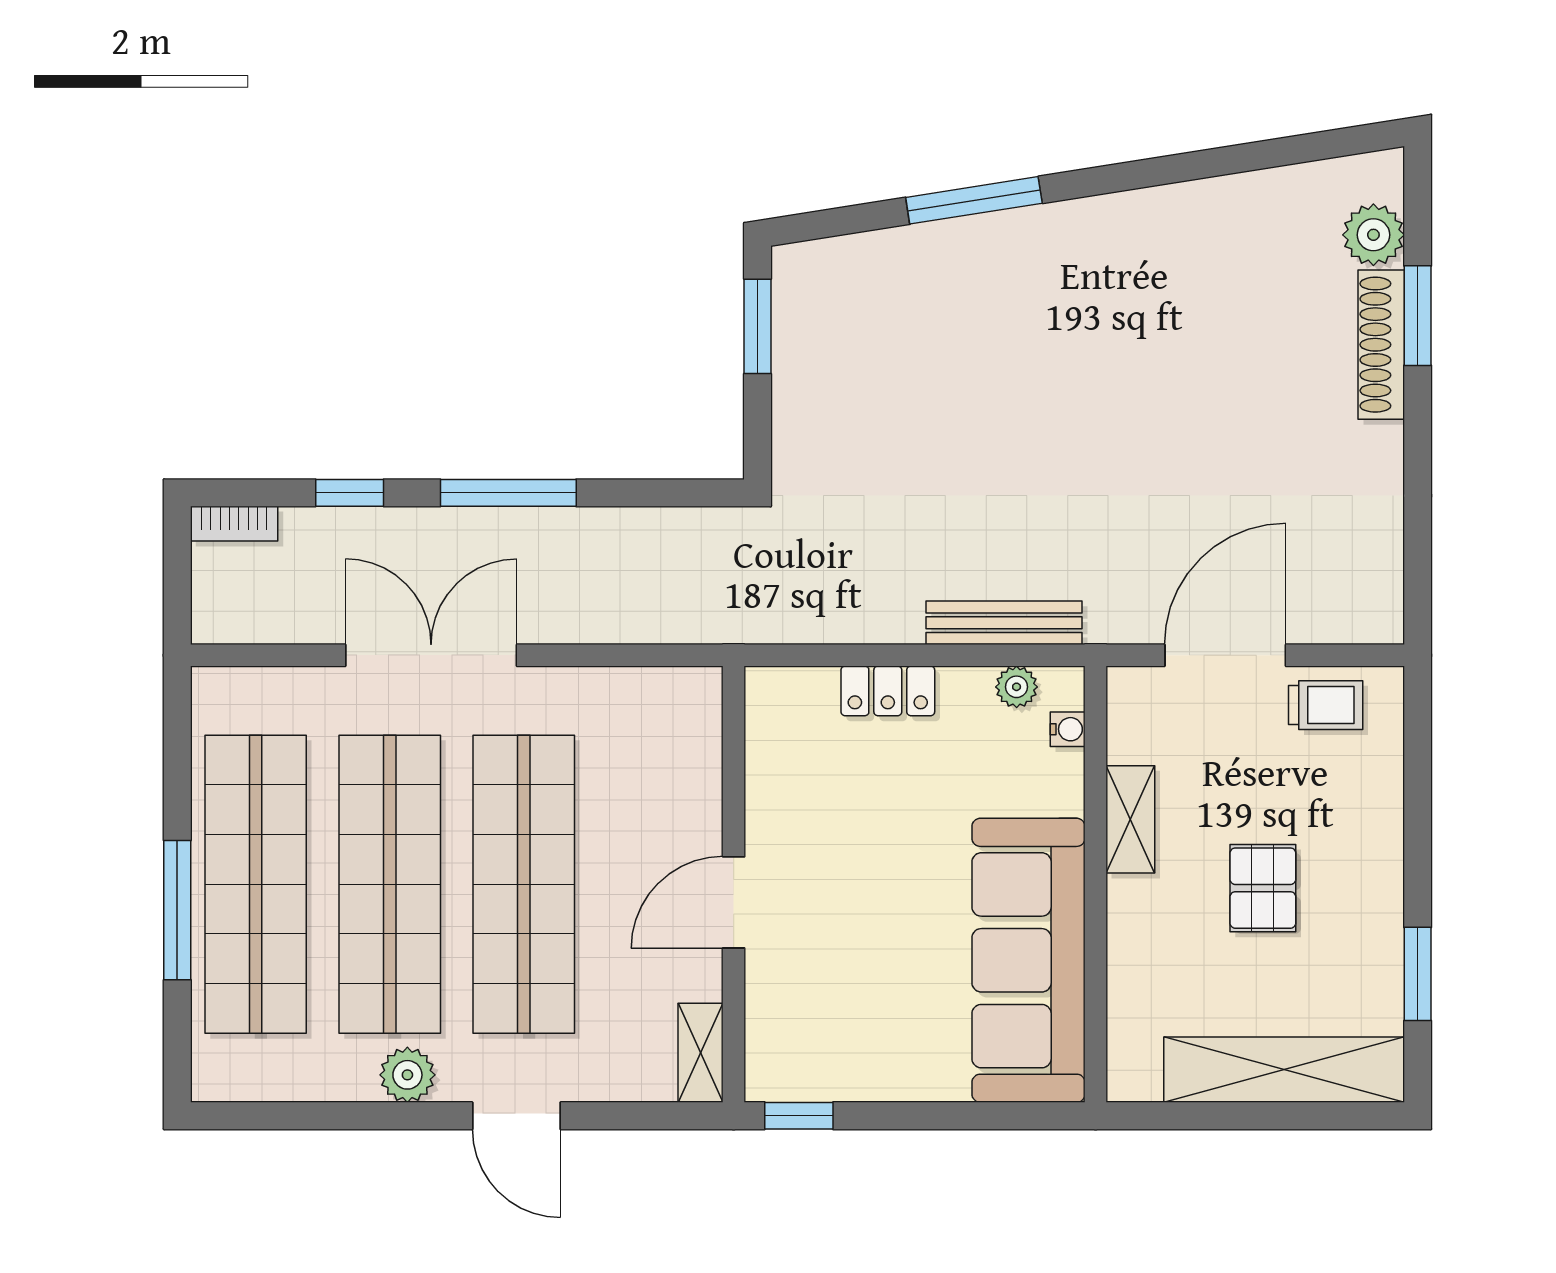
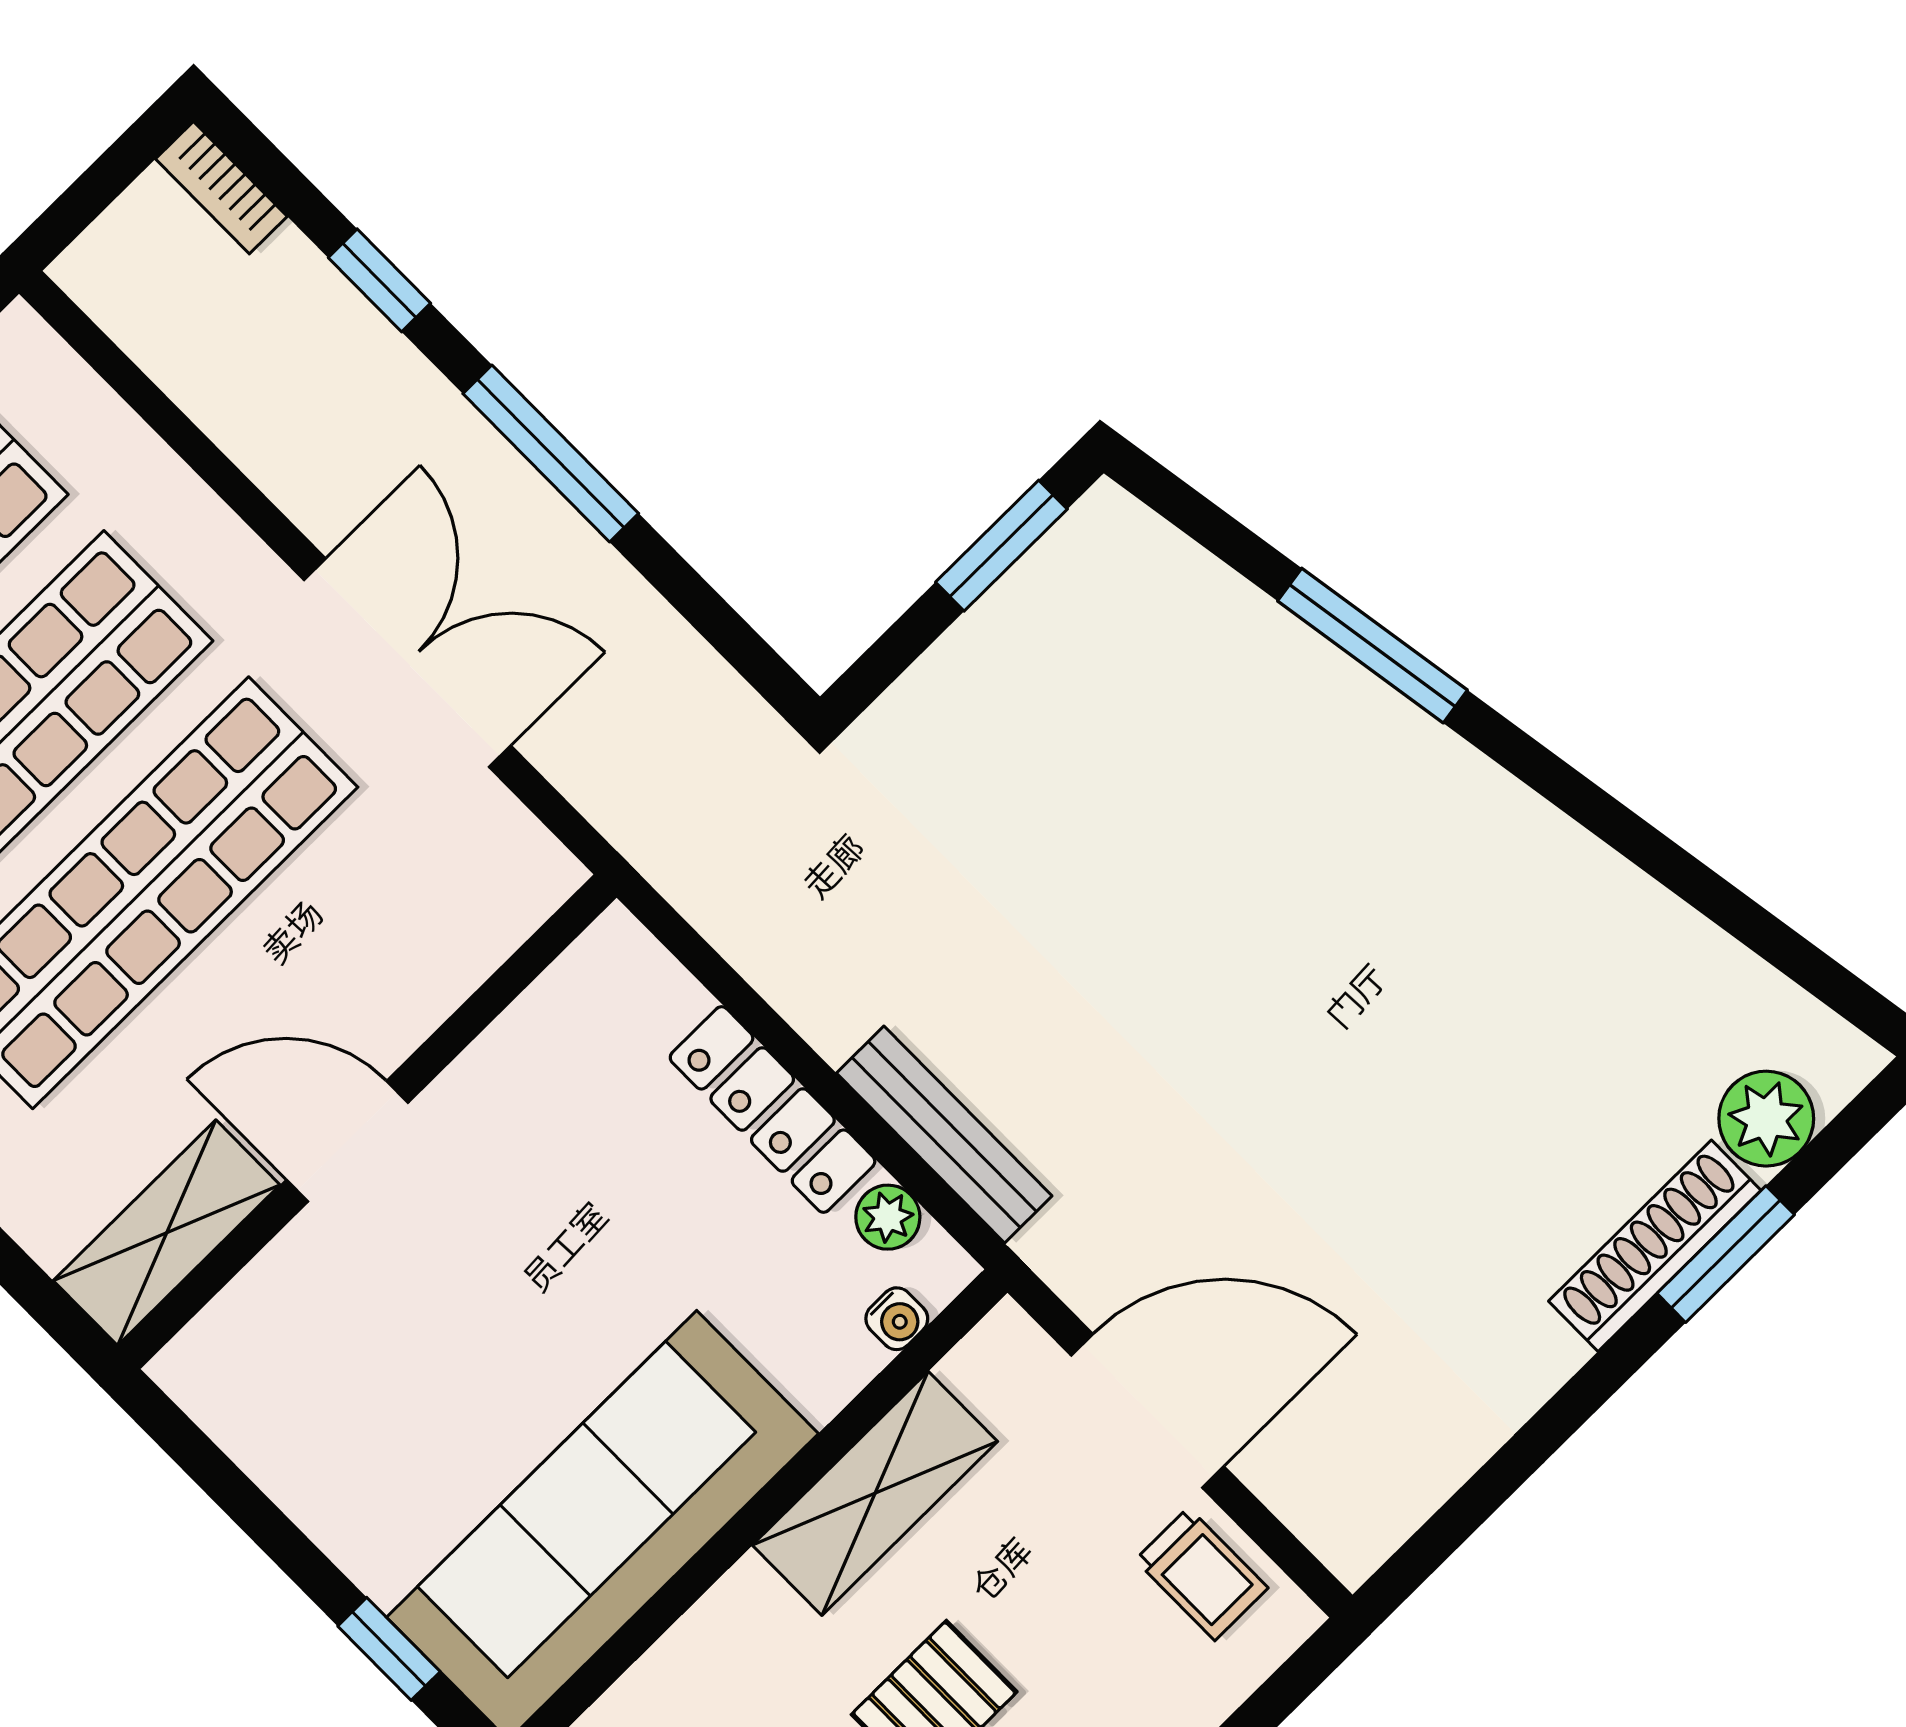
double door: (431, 655) -> (407, 663), moved
locker: (888, 691) -> (773, 1109), width x1.53
shelving: (1130, 819) -> (875, 1493), width x1.50, depth x1.33
shelving: (701, 1053) -> (167, 1233), width x1.50, depth x1.33
window: (799, 1116) -> (389, 1649), moved

